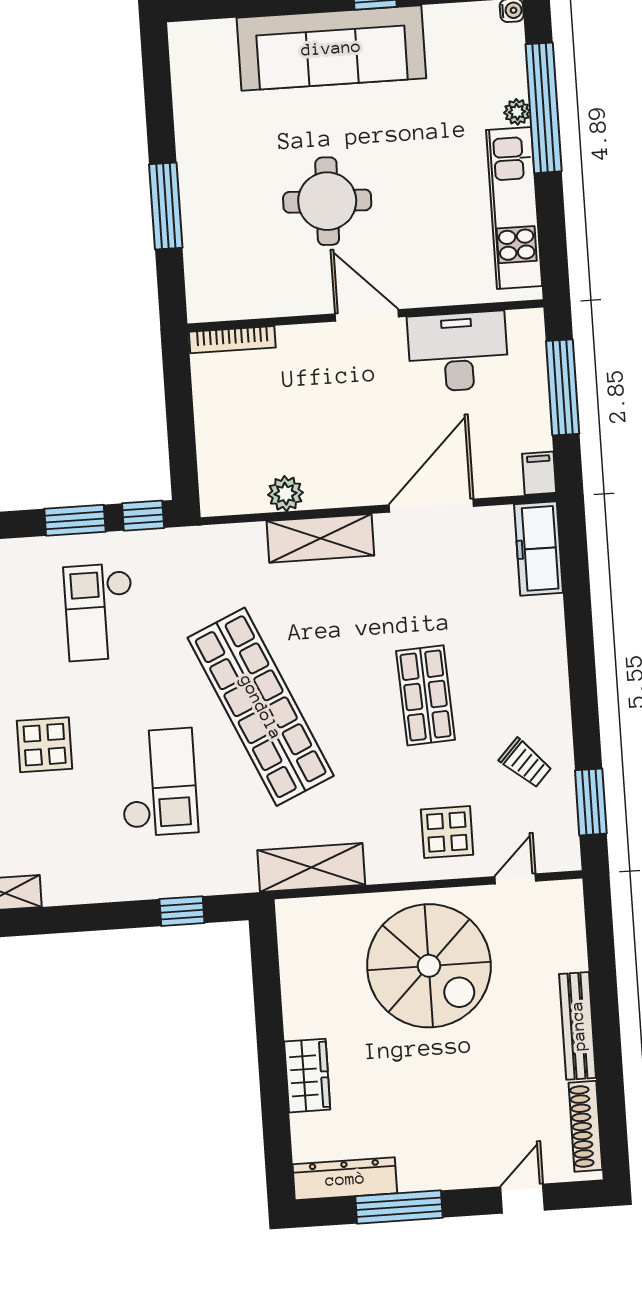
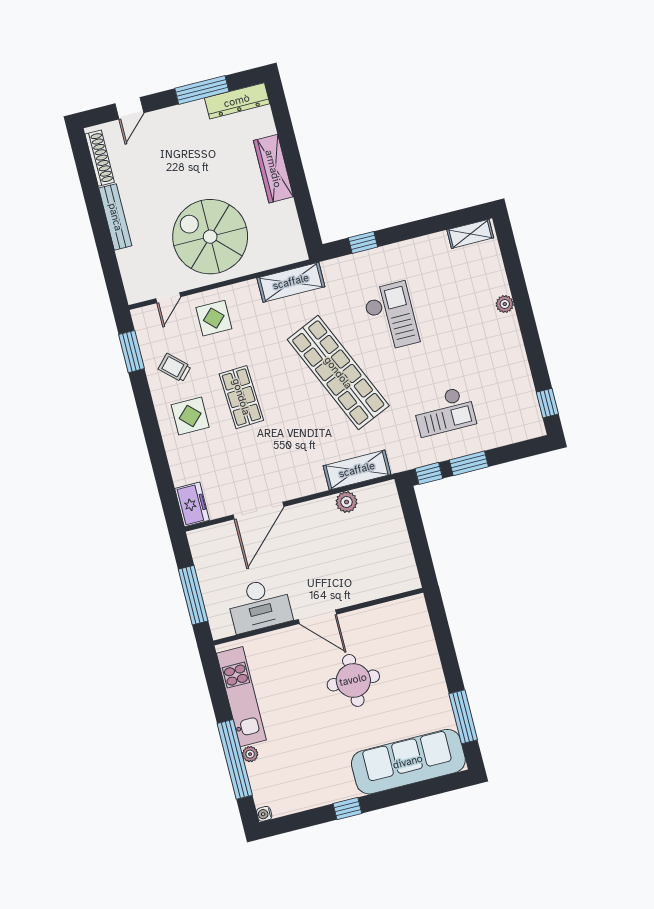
sofa: (331, 48) -> (408, 762), moved
window: (166, 206) -> (463, 717), moved
bookcase: (232, 340) -> (395, 588), removed
filing cabinet: (539, 473) -> (198, 542), removed
shelving: (320, 538) -> (357, 470), moved
freezer: (538, 549) -> (192, 504), width x0.71
checkout: (100, 612) -> (444, 411), turned 90
display table: (45, 745) -> (190, 416), moved
checkout: (158, 782) -> (391, 316), turned 180
wardrobe: (307, 1076) -> (273, 169), width x1.50

